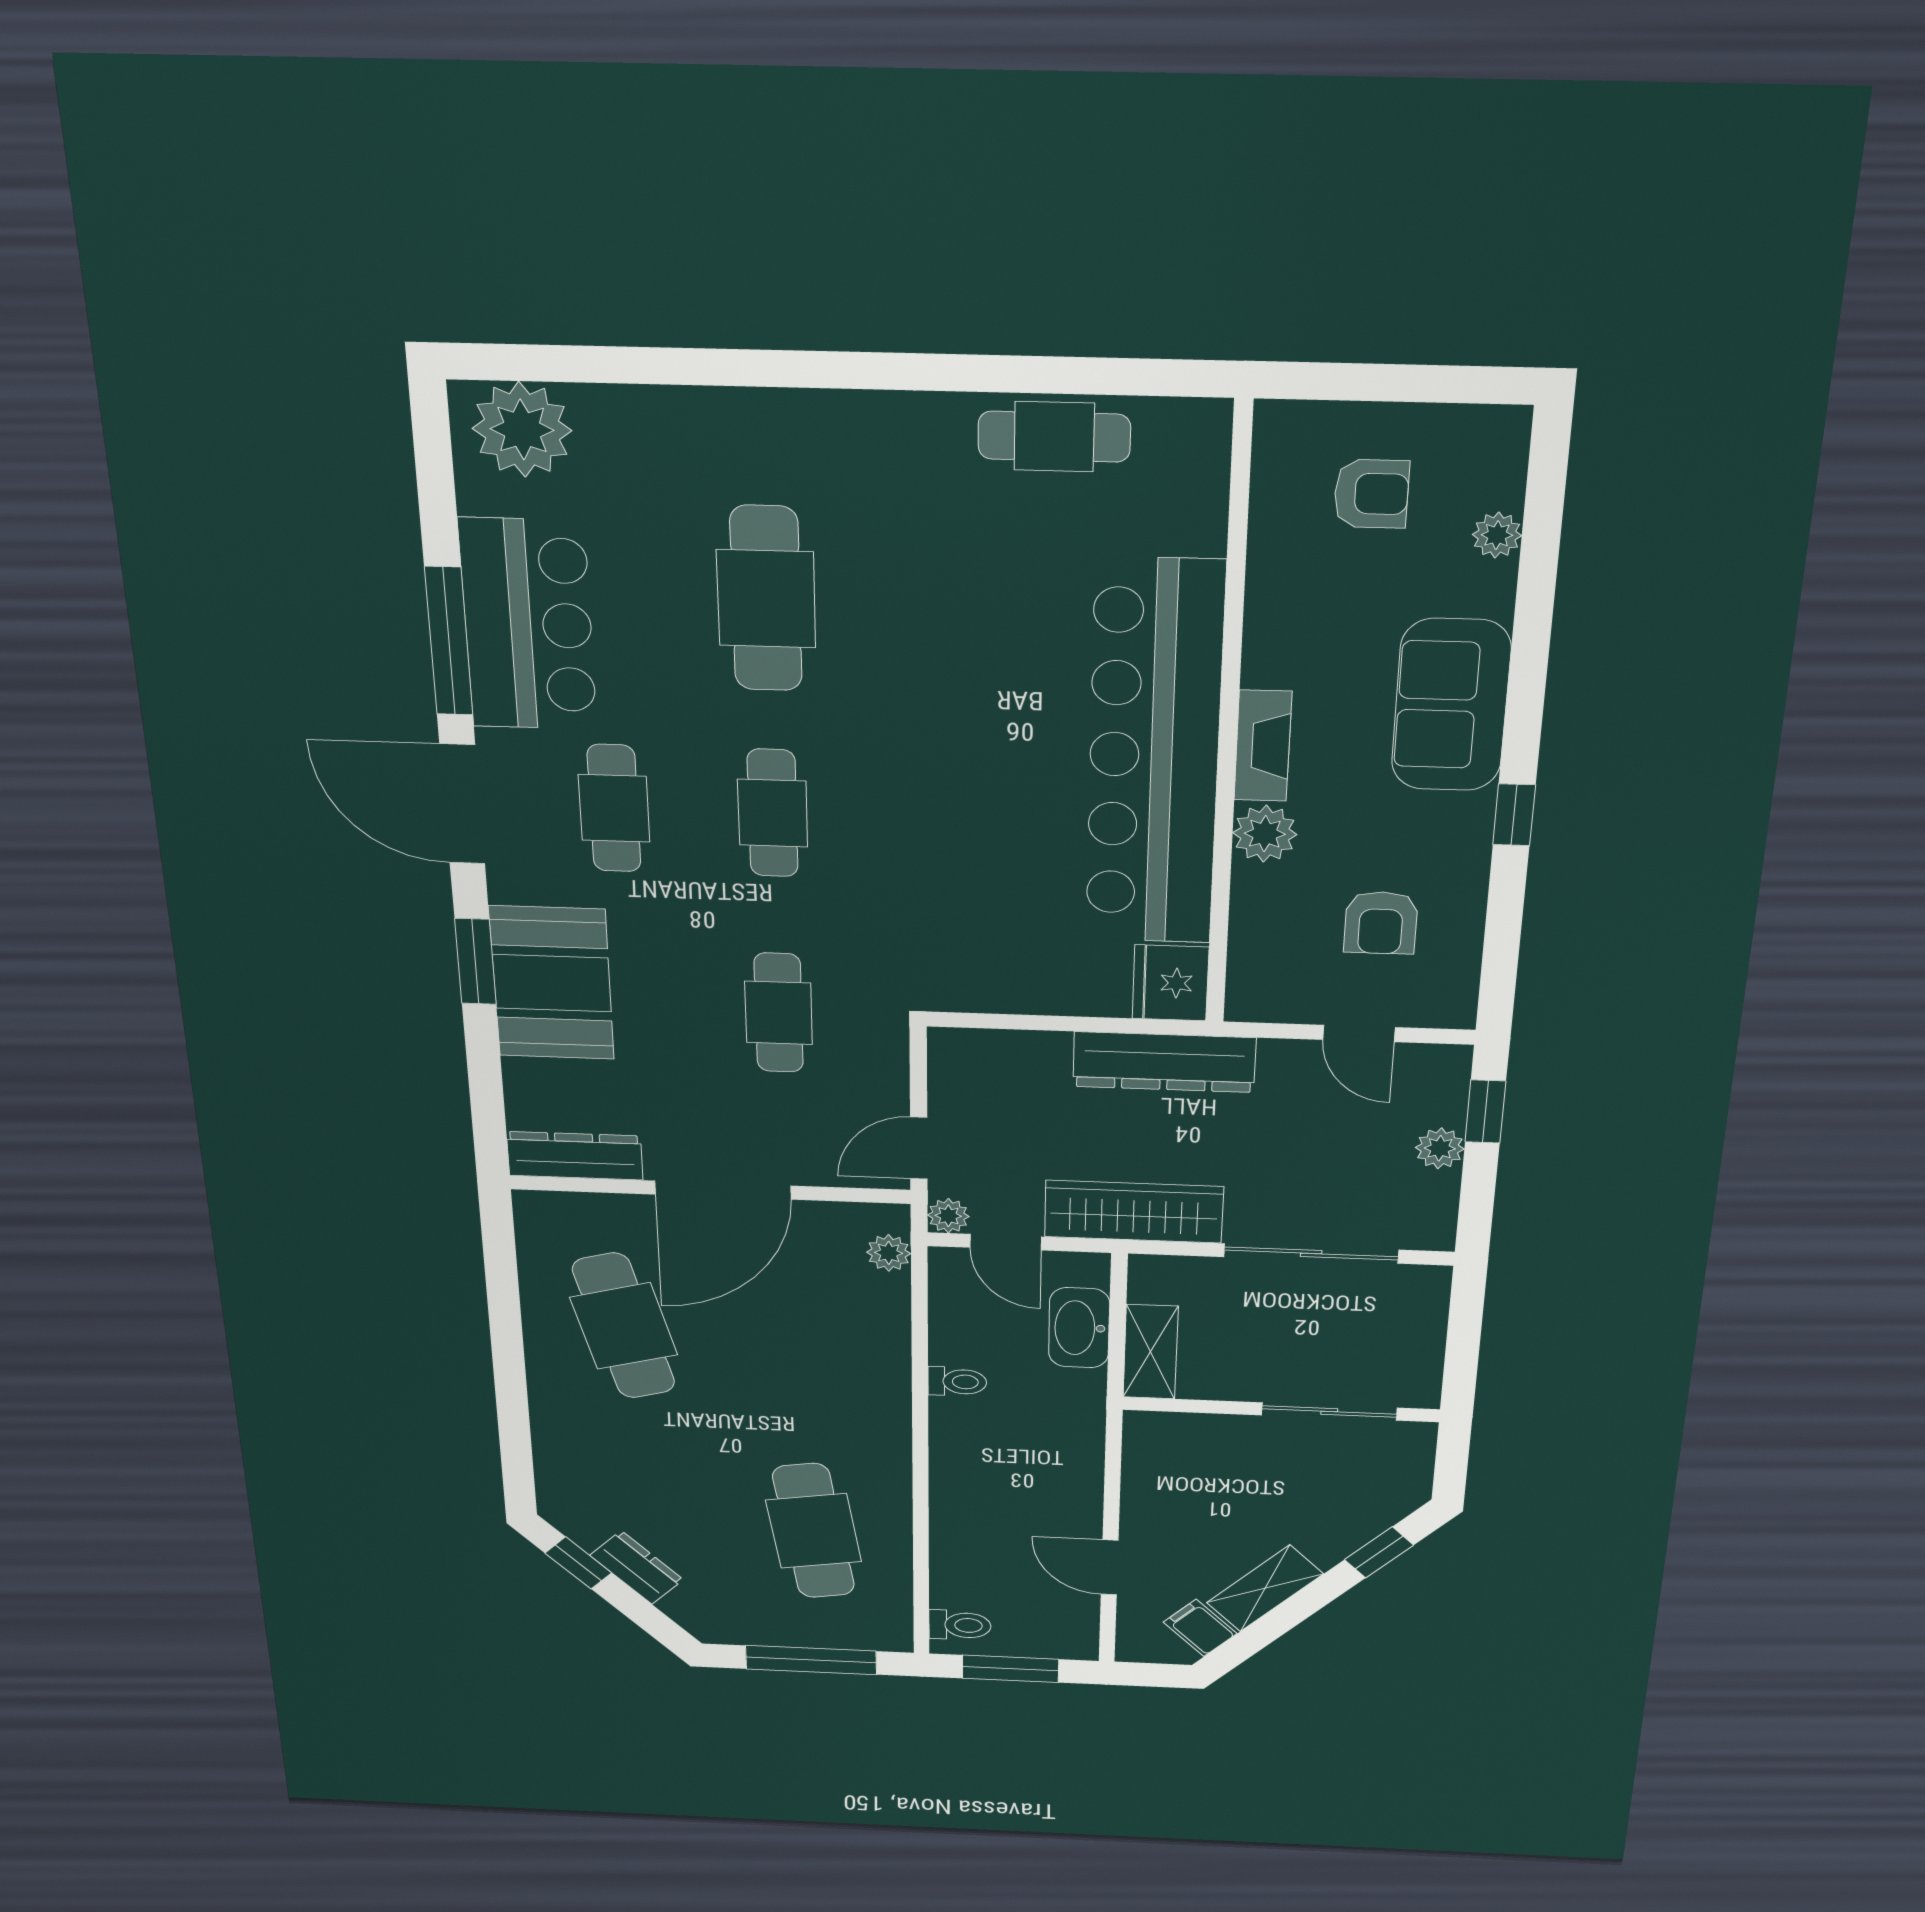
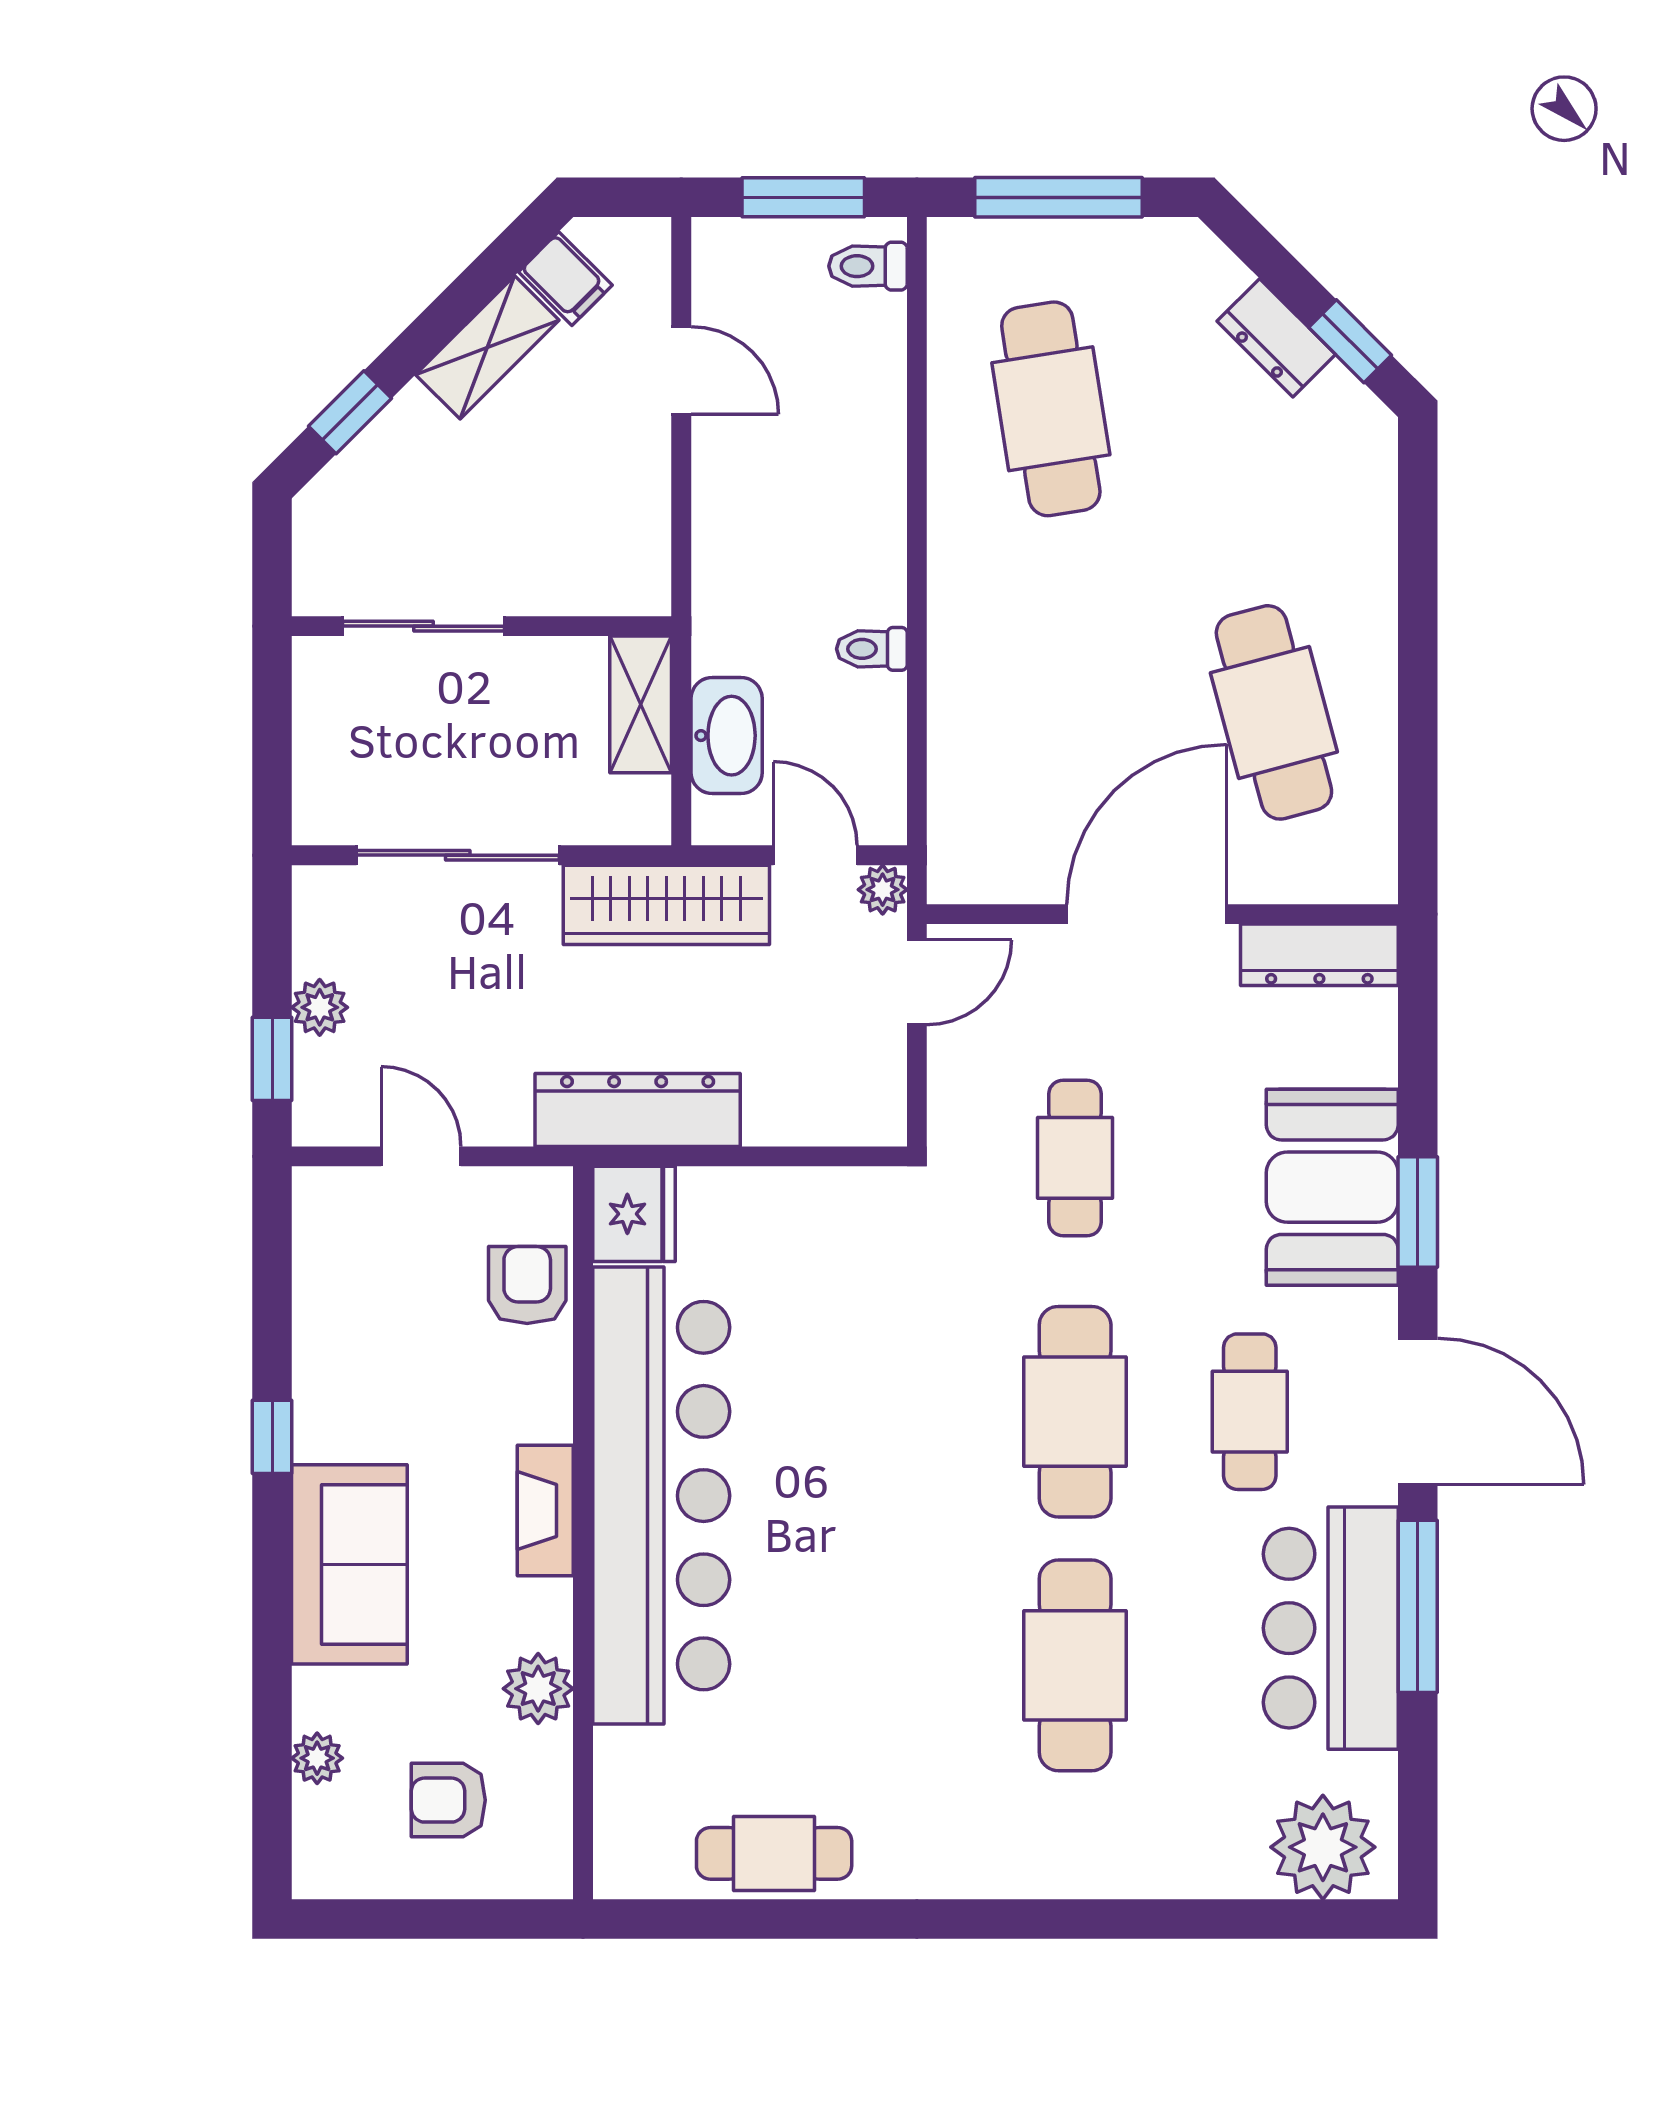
cafe table: (773, 813) -> (1075, 1412), width x1.37, depth x1.35
plant: (1265, 834) -> (538, 1689), moved
armchair: (1381, 923) -> (527, 1285), moved
plant: (889, 1253) -> (953, 834), removed

